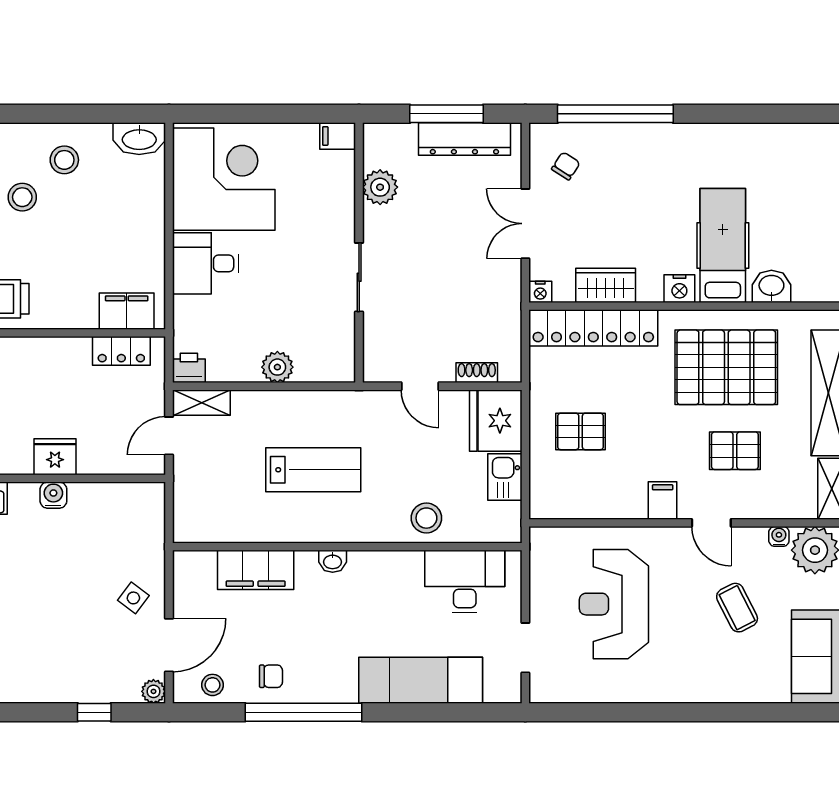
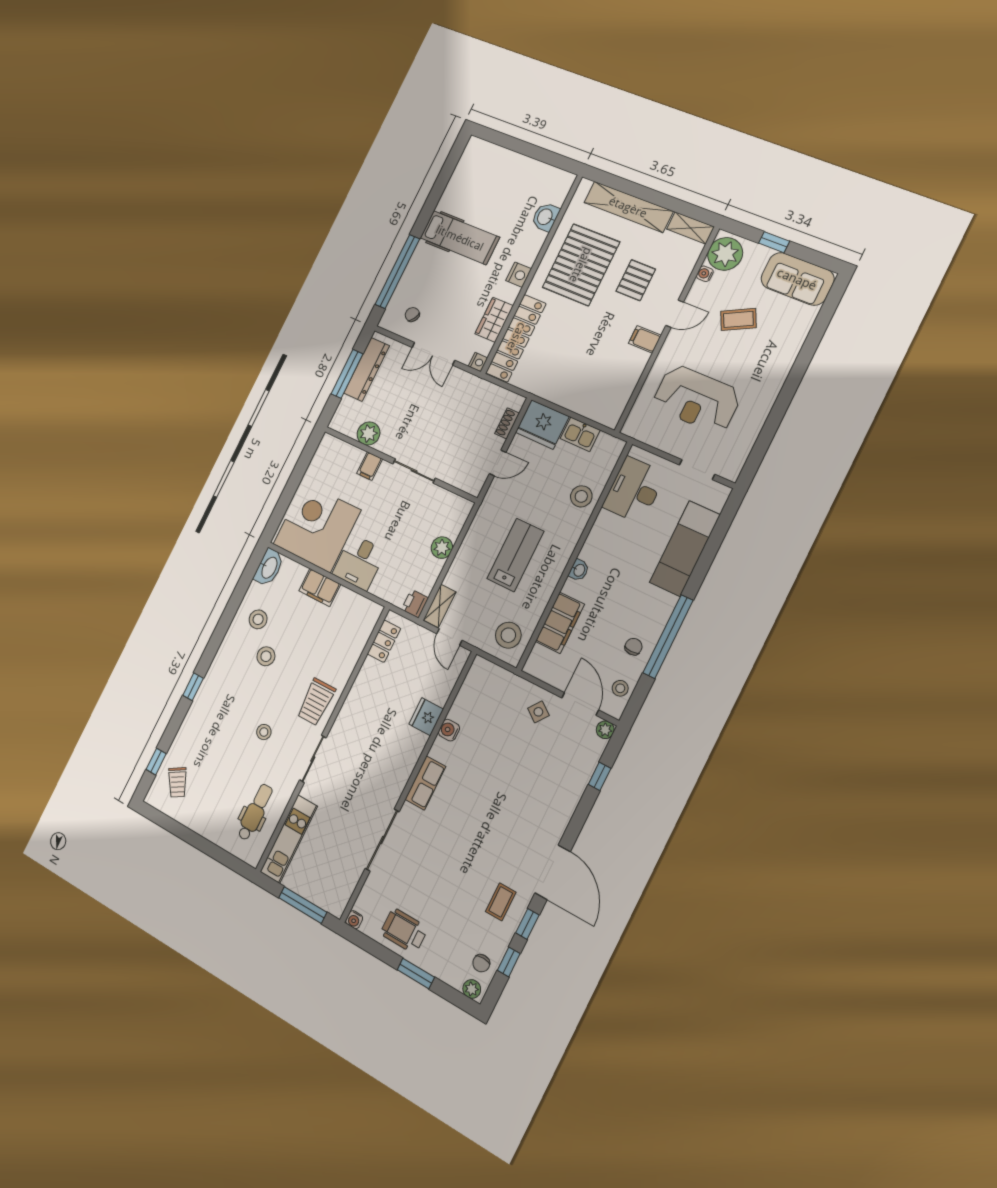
filing cabinet: (338, 136) -> (370, 466), moved
hospital bed: (723, 246) -> (460, 238), moved, turned 180
filing cabinet: (127, 311) -> (320, 588), moved, turned -90
pallet: (581, 431) -> (575, 374), removed
stool: (209, 512) -> (508, 635), added

